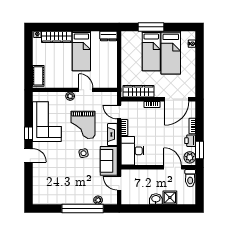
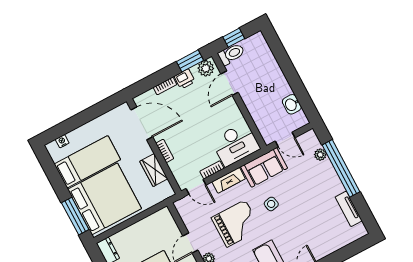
window: (151, 27) -> (75, 216), moved
bed: (151, 51) -> (105, 199), width x2.04
wardrobe: (138, 91) -> (154, 170), width x0.67
door: (119, 112) -> (196, 187), hinge flipped
door: (119, 183) -> (285, 139), hinge flipped
window: (200, 185) -> (234, 38), added
shower: (170, 198) -> (269, 66), removed
washbasin: (156, 199) -> (292, 104), moved
tv unit: (55, 200) -> (349, 209), added

